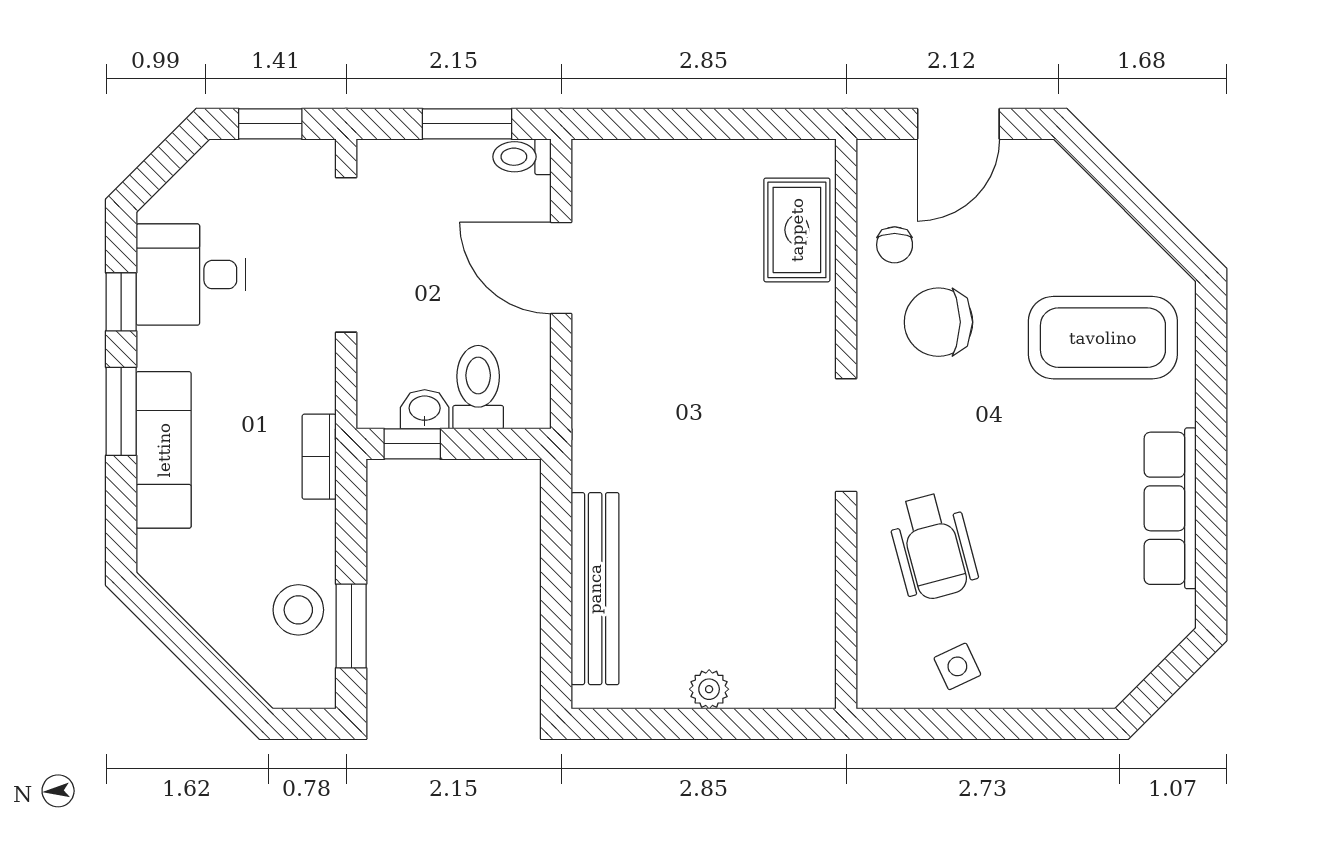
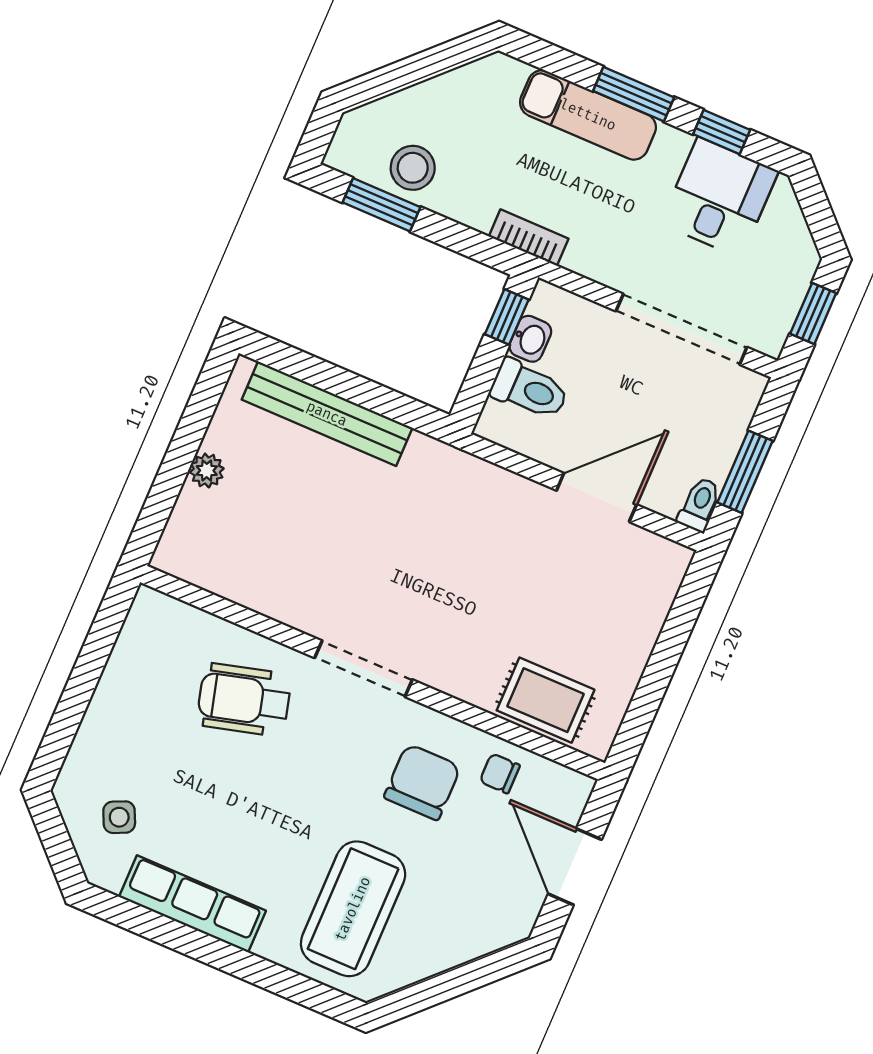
side table: (957, 666) -> (119, 817), moved

